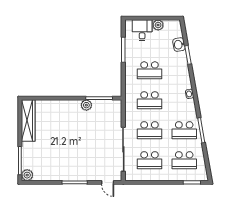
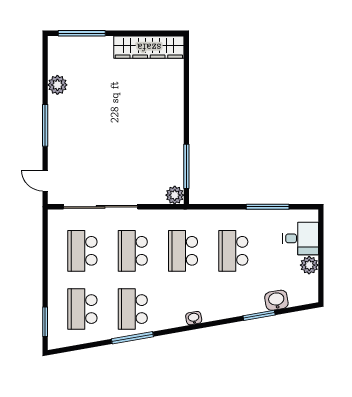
plant: (86, 105) -> (175, 195), moved
plant: (27, 175) -> (57, 85), moved
door: (108, 182) -> (45, 181), hinge flipped

